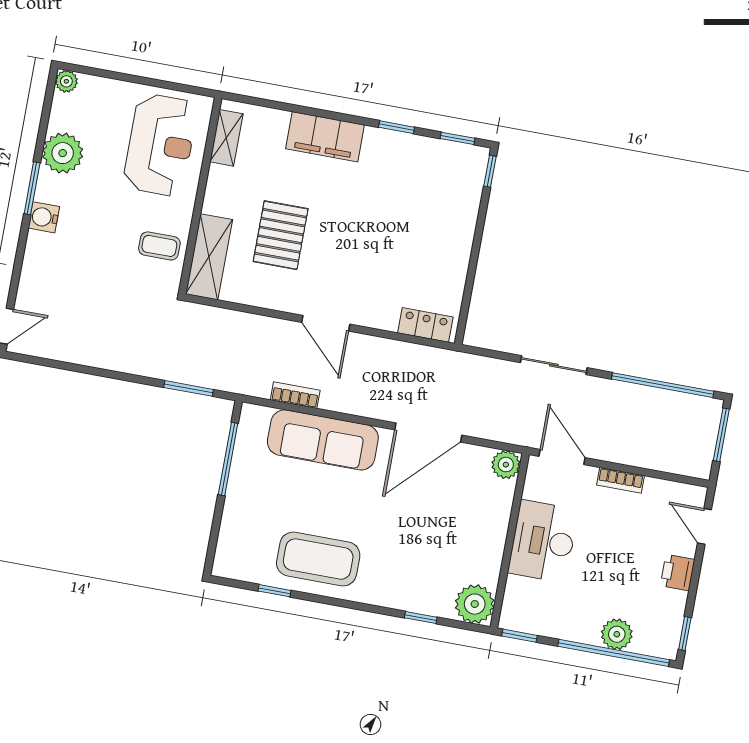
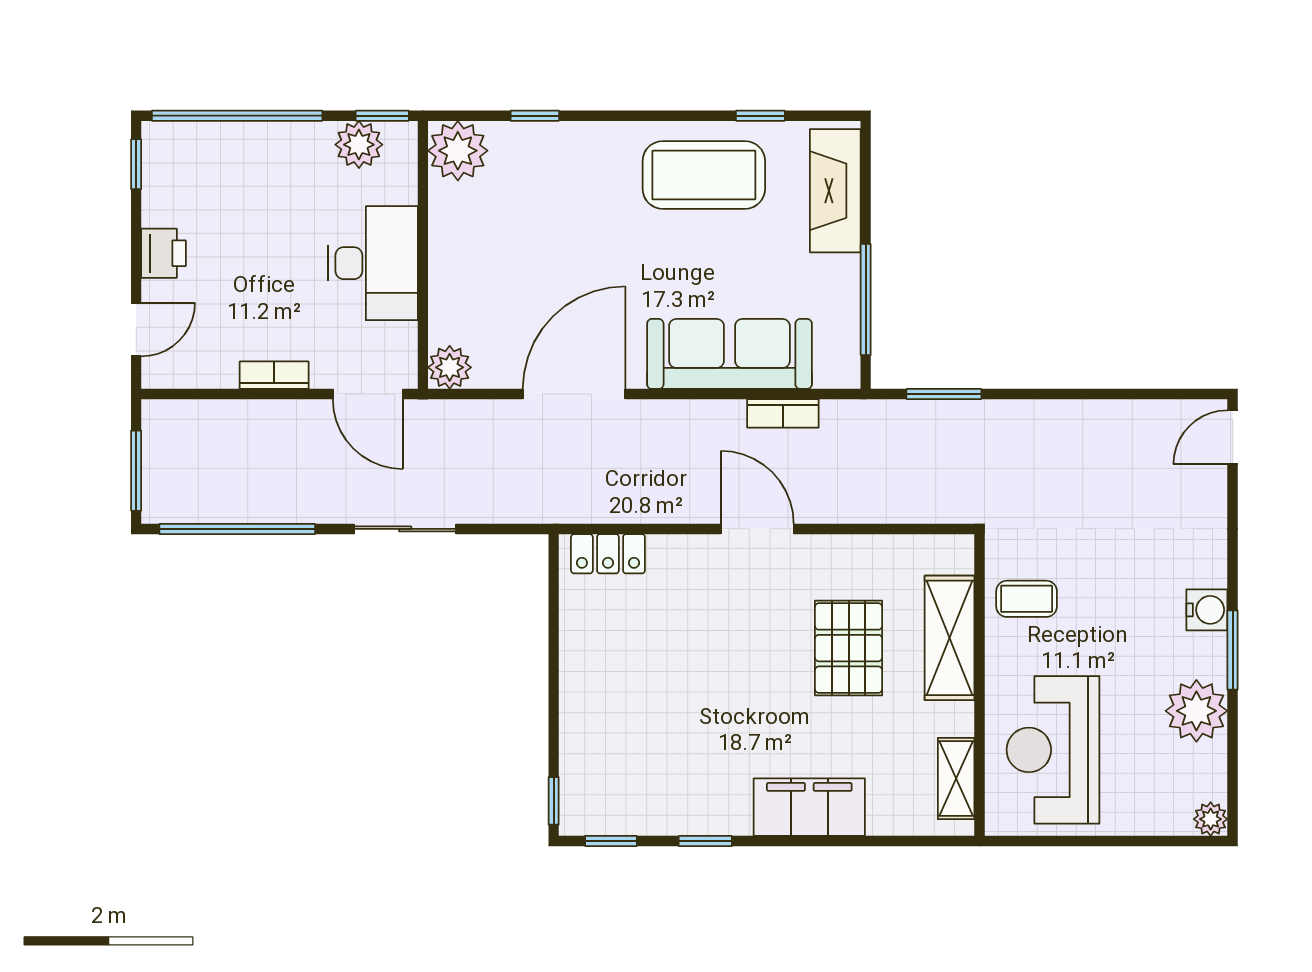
shelving: (209, 257) -> (950, 638), moved
door: (704, 526) -> (136, 330), hinge flipped
fireplace: (235, 533) -> (835, 191), added
plant: (617, 634) -> (359, 145), moved

